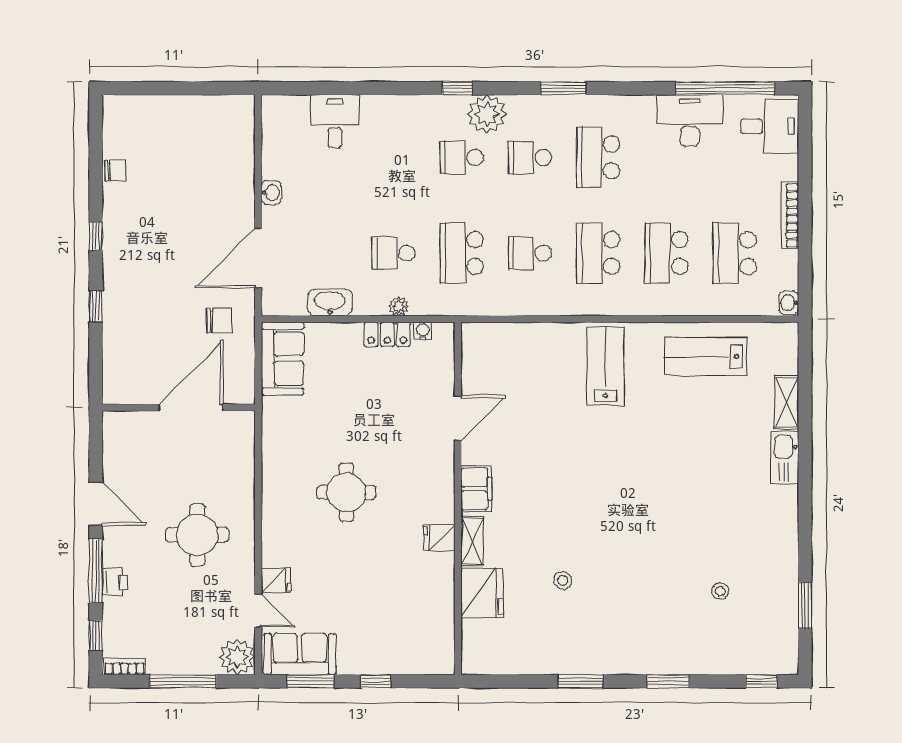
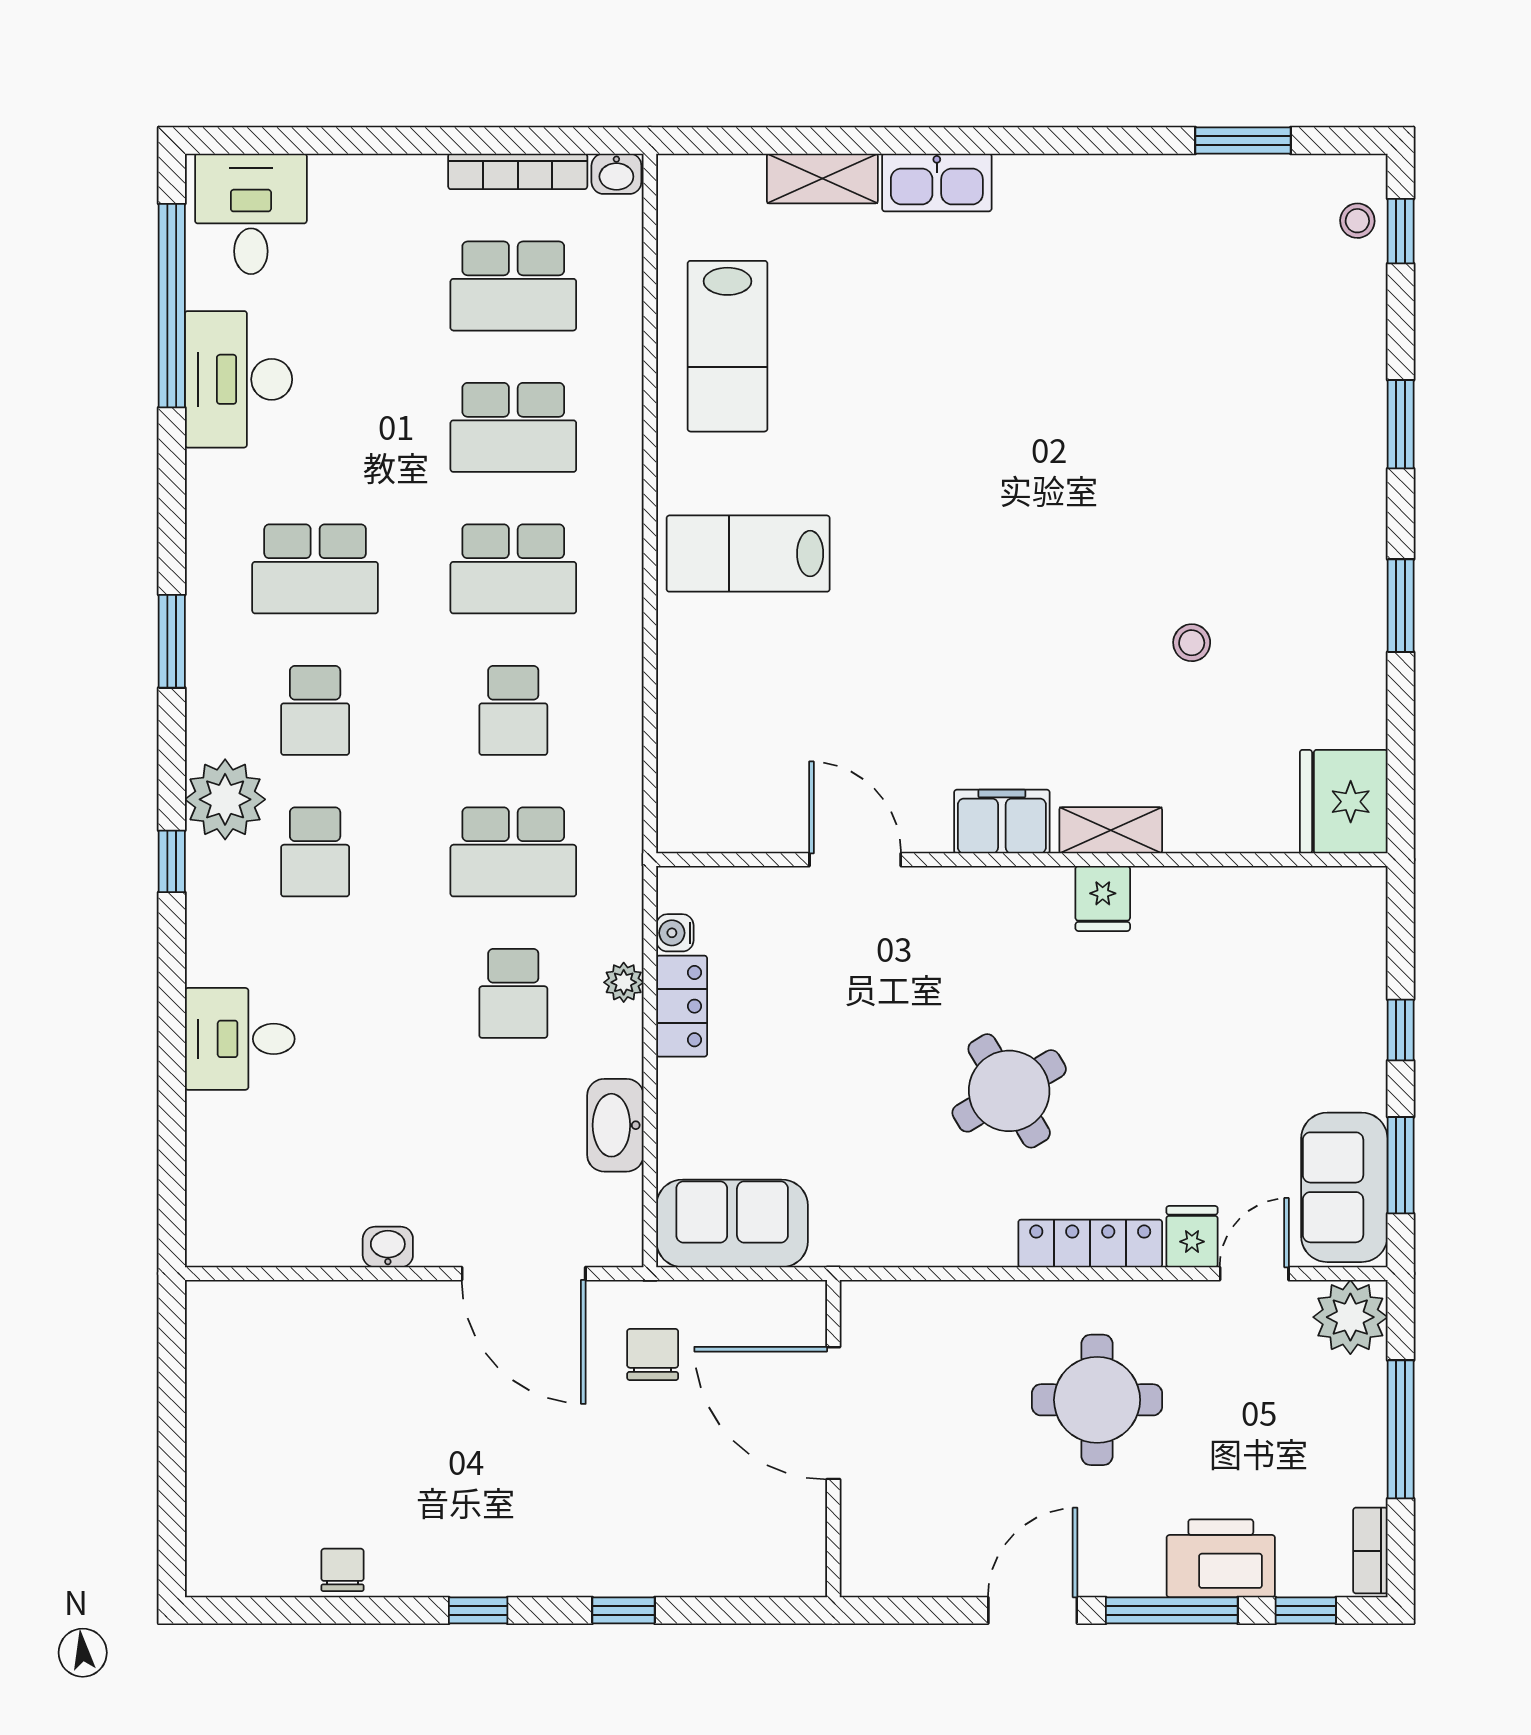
desk: (335, 121) -> (240, 1039), moved
bookcase: (790, 215) -> (518, 171), moved
round table: (346, 492) -> (1009, 1091), turned -31
locker: (273, 531) -> (1090, 1243), added
printer: (115, 582) -> (1221, 1558), width x1.87, depth x1.48
stool: (720, 591) -> (1357, 221), moved
fridge: (482, 593) -> (1344, 802), moved, turned -90

